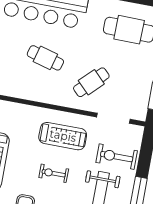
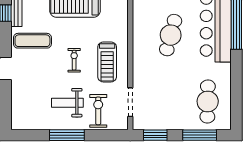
cafe table: (45, 58) -> (171, 35), width x1.37, depth x1.35
cafe table: (91, 82) -> (157, 78), removed

